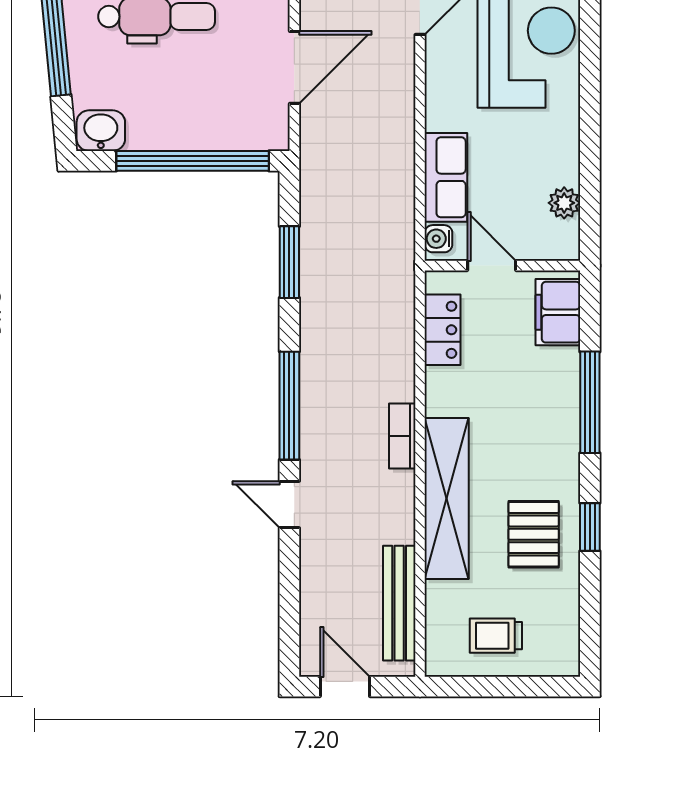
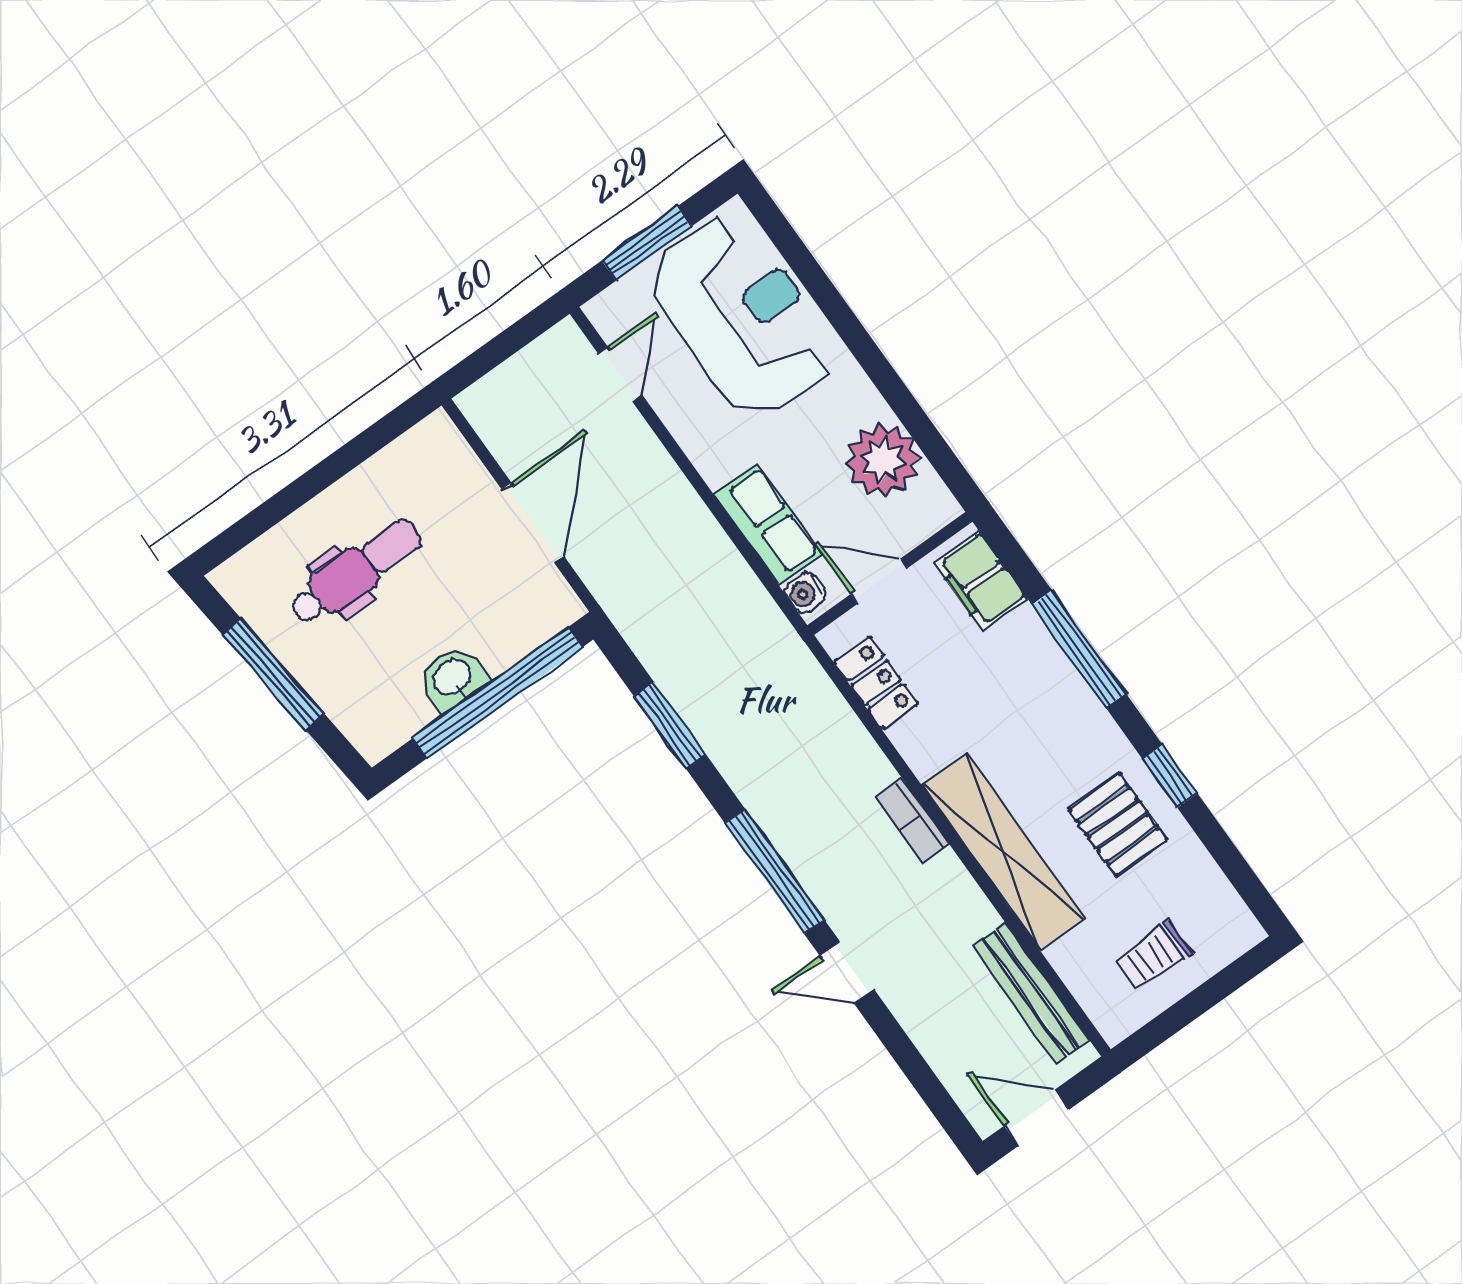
washbasin: (101, 131) -> (453, 678), moved
plant: (564, 203) -> (883, 460), width x1.88, depth x1.88

